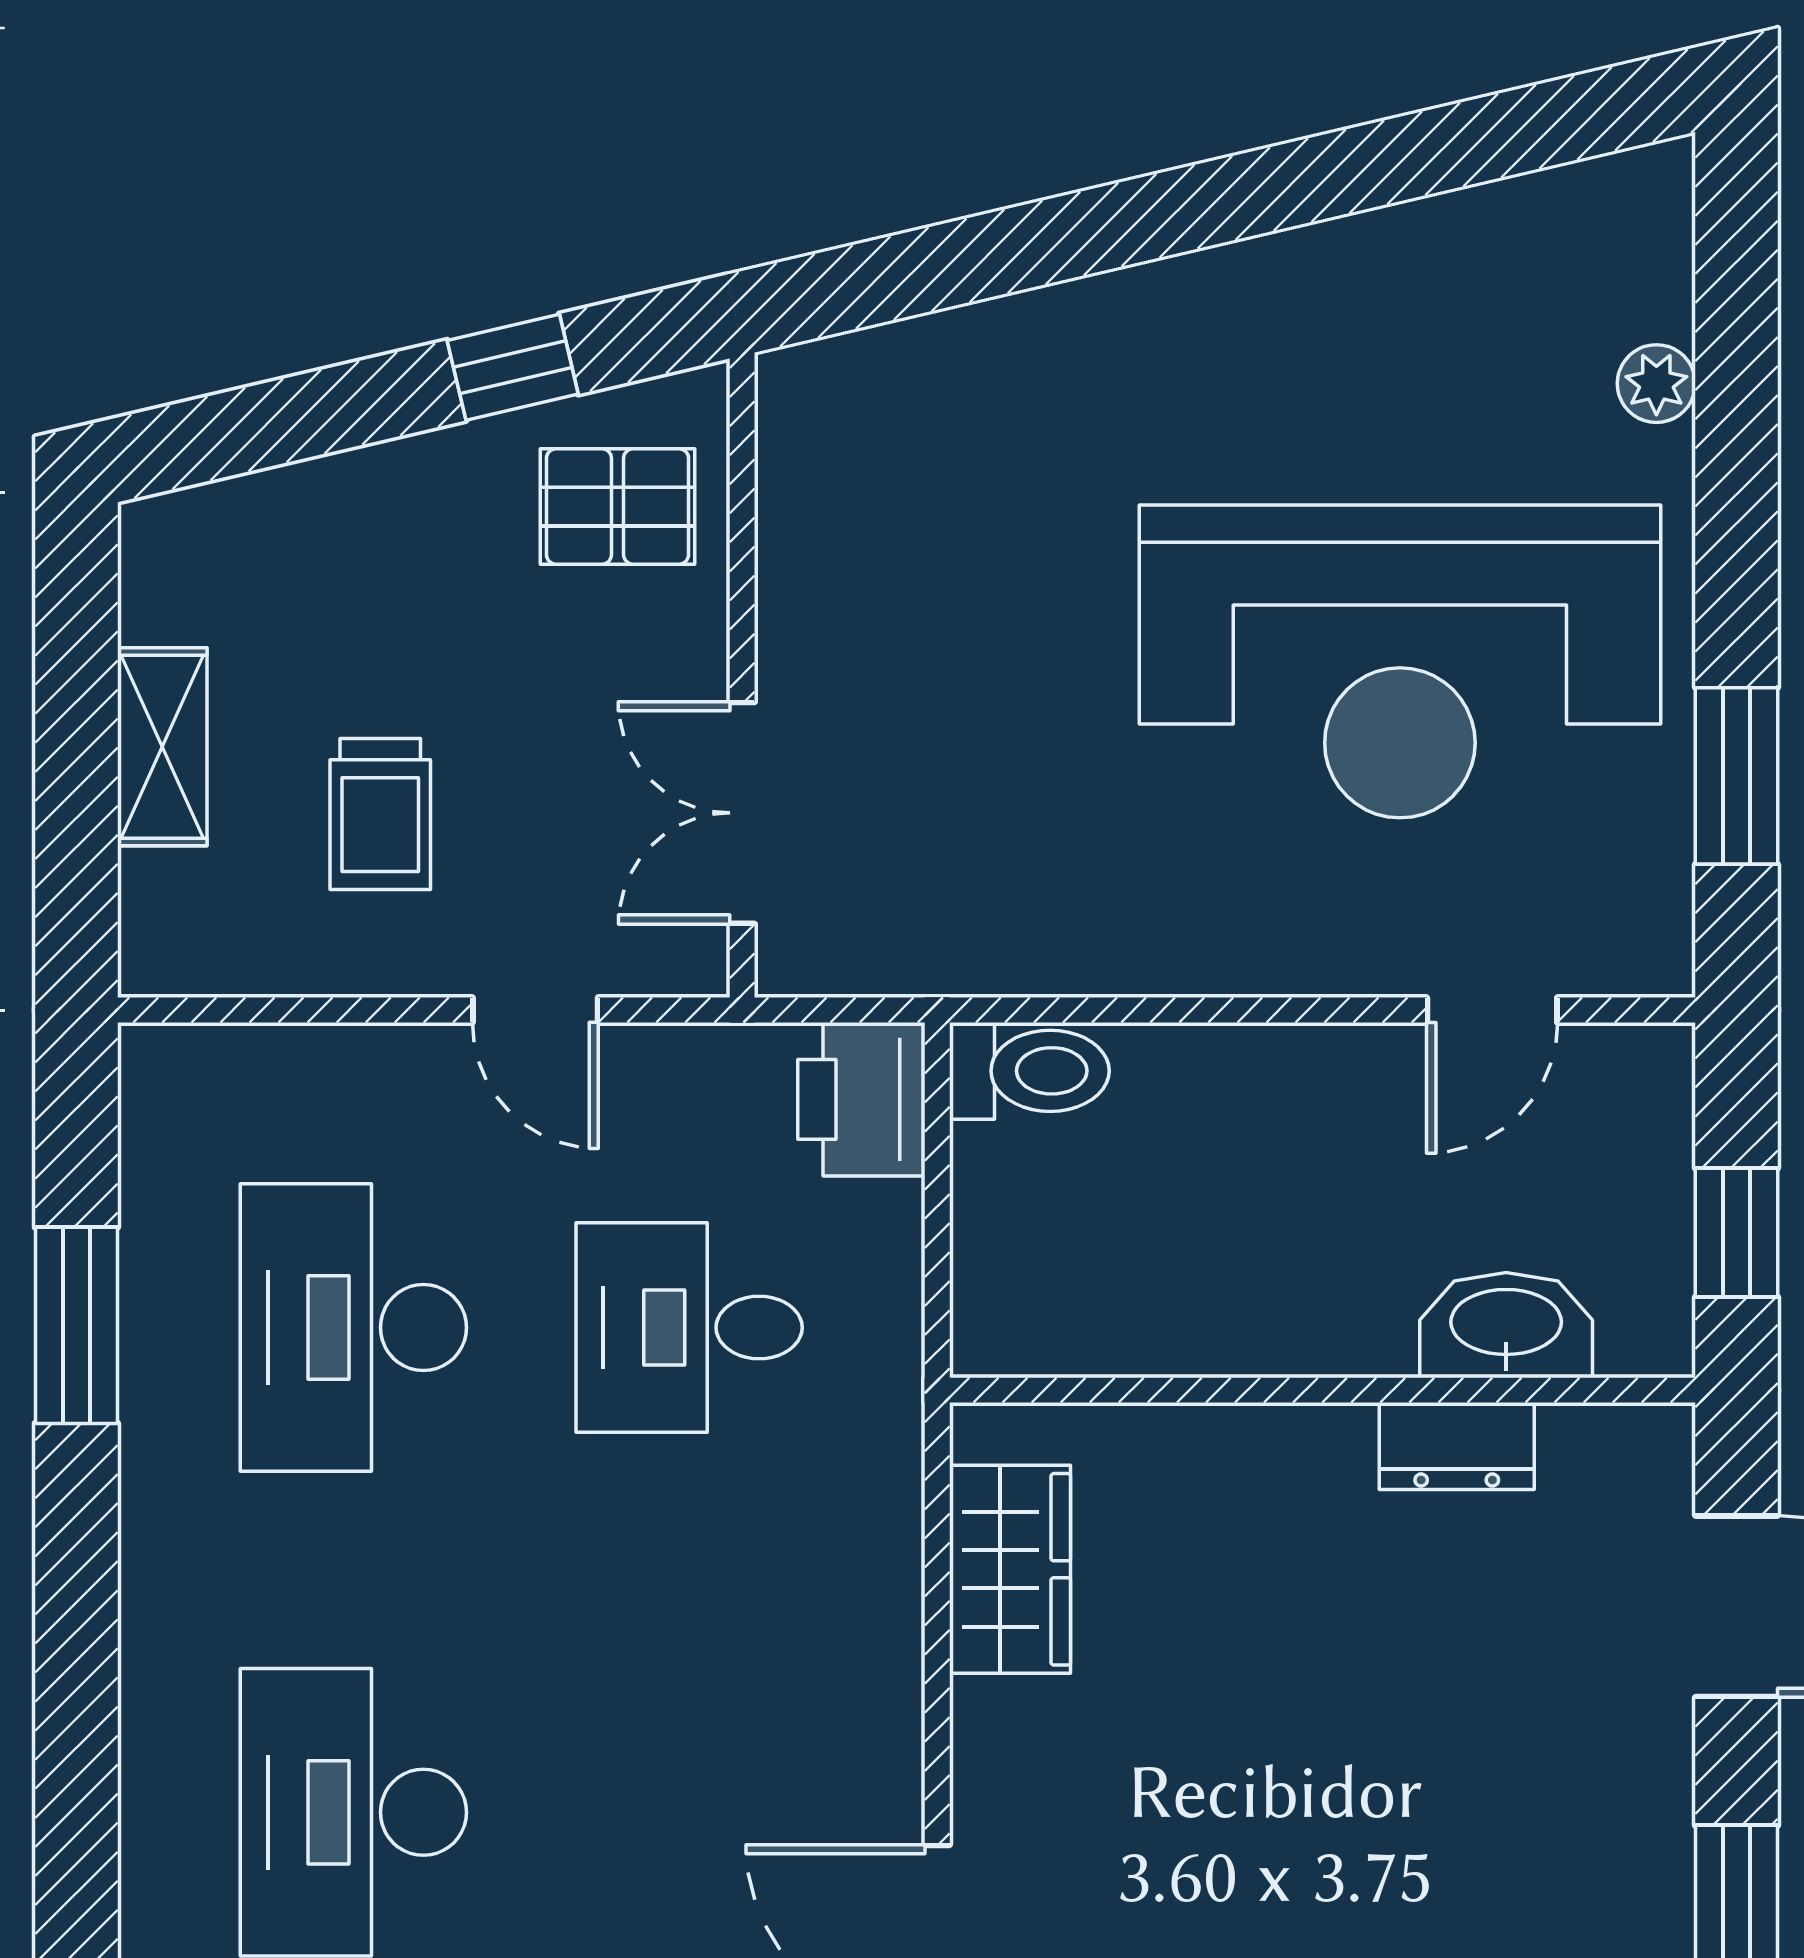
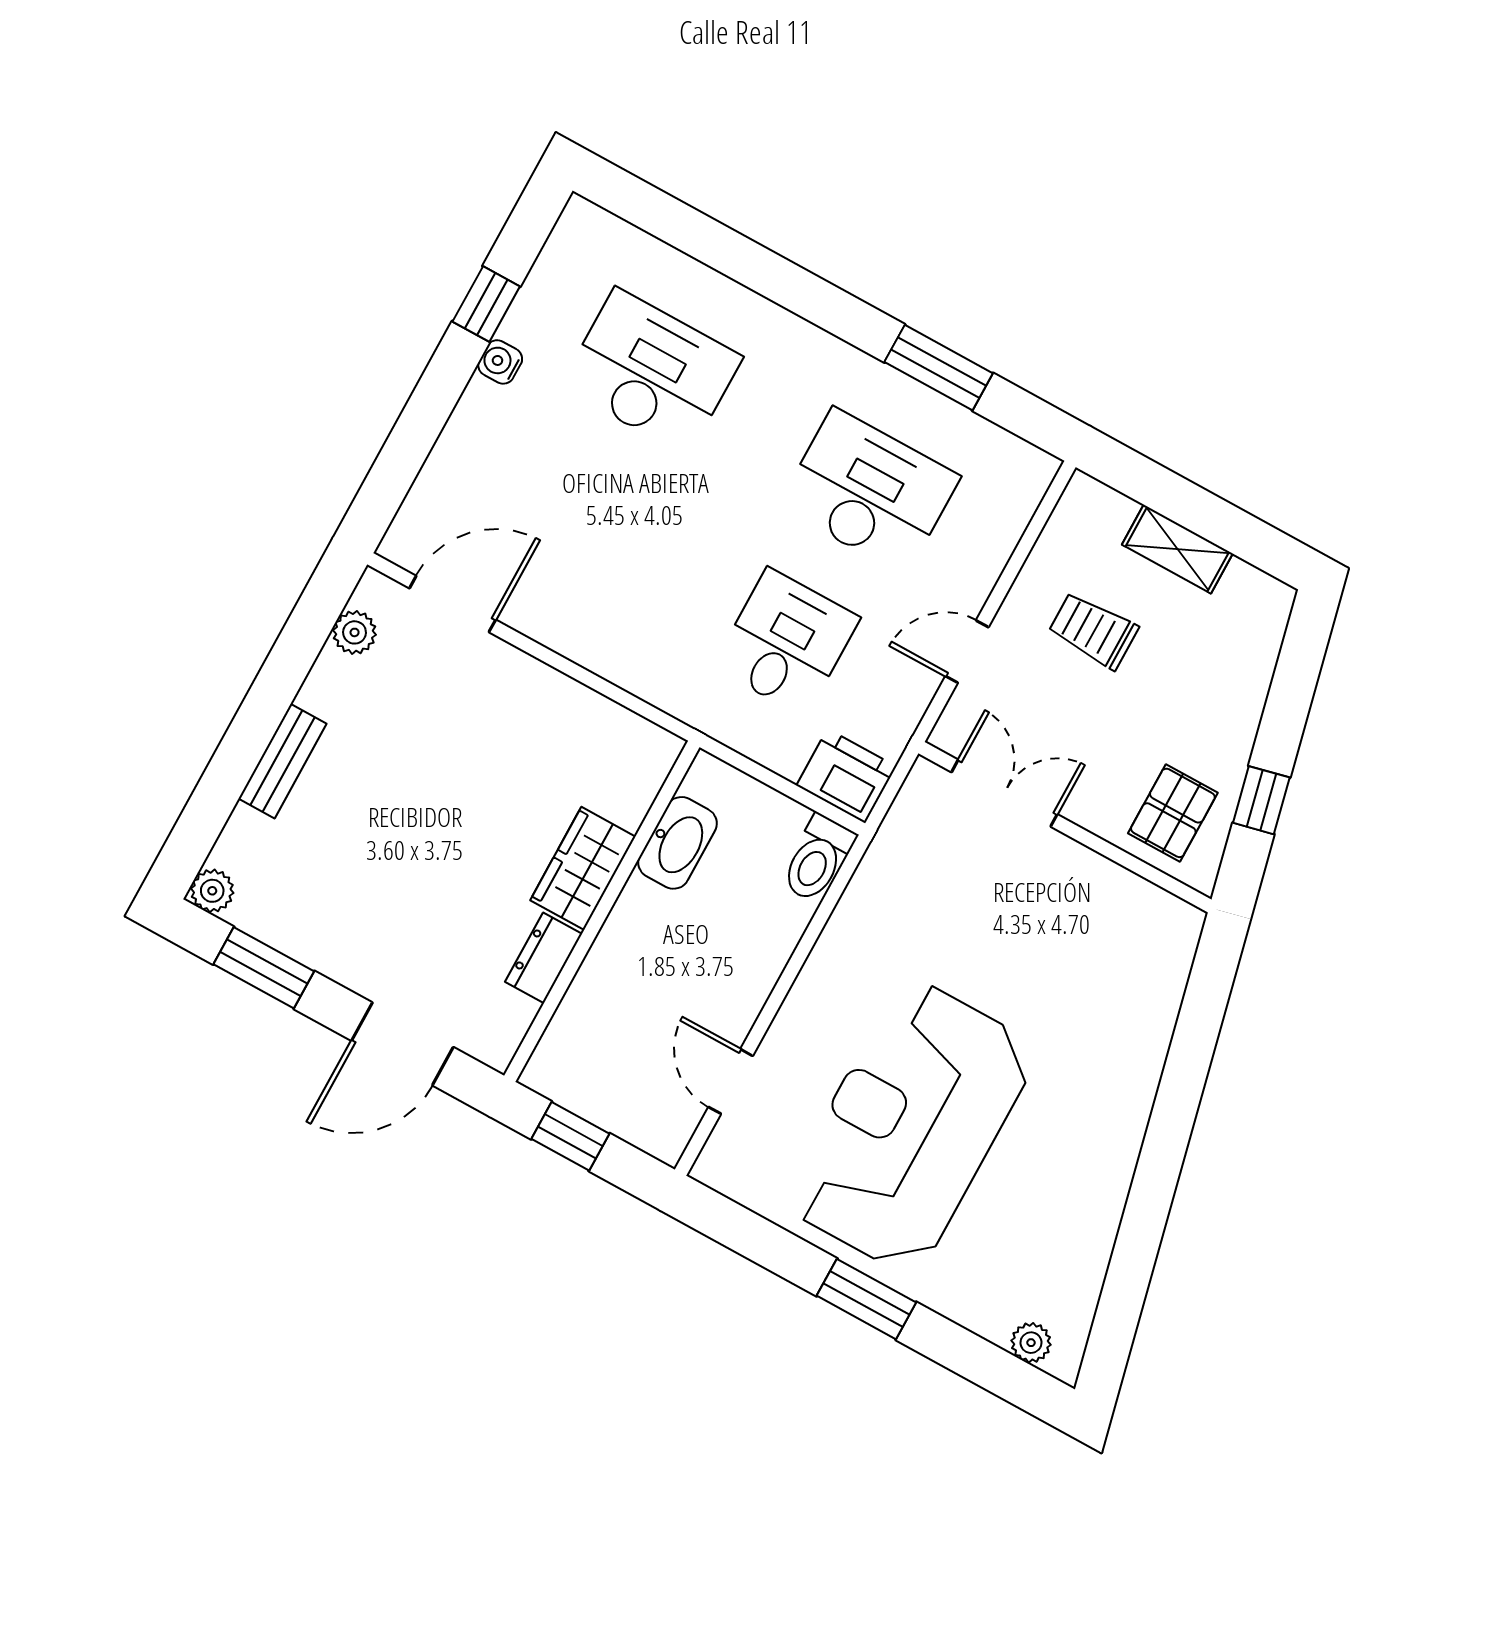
plant: (1656, 384) -> (1031, 1343), moved
window: (1736, 776) -> (866, 1299), moved
washbasin: (1506, 1325) -> (677, 843), moved
wardrobe: (1010, 1569) -> (583, 868), moved, turned 90

